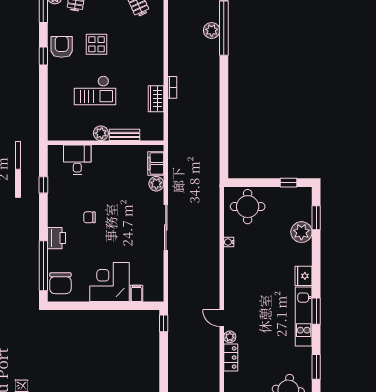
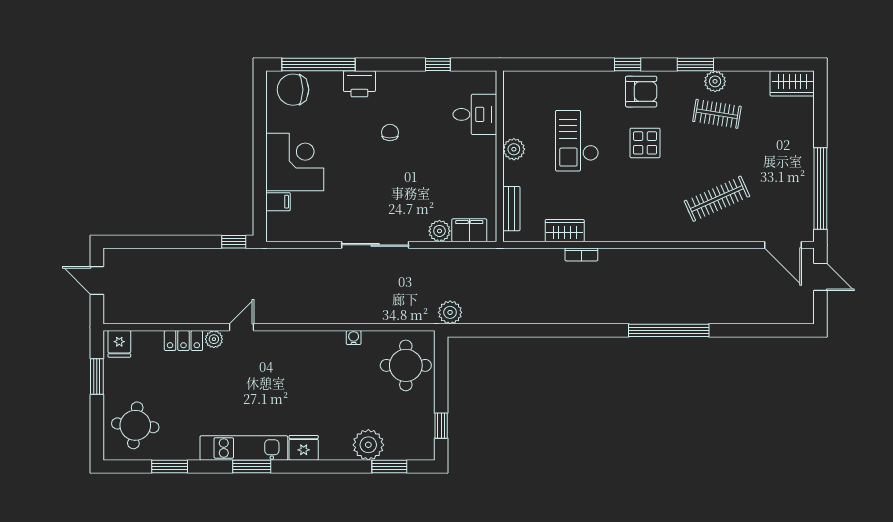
plant: (212, 30) -> (450, 312), moved
bench: (125, 135) -> (511, 209), moved

